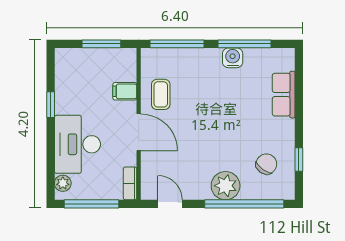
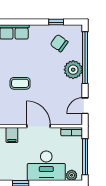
coffee table: (161, 94) -> (20, 83), moved
door: (139, 132) -> (39, 126), hinge flipped

